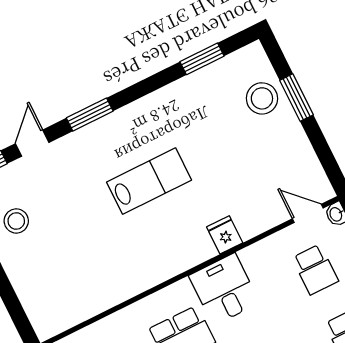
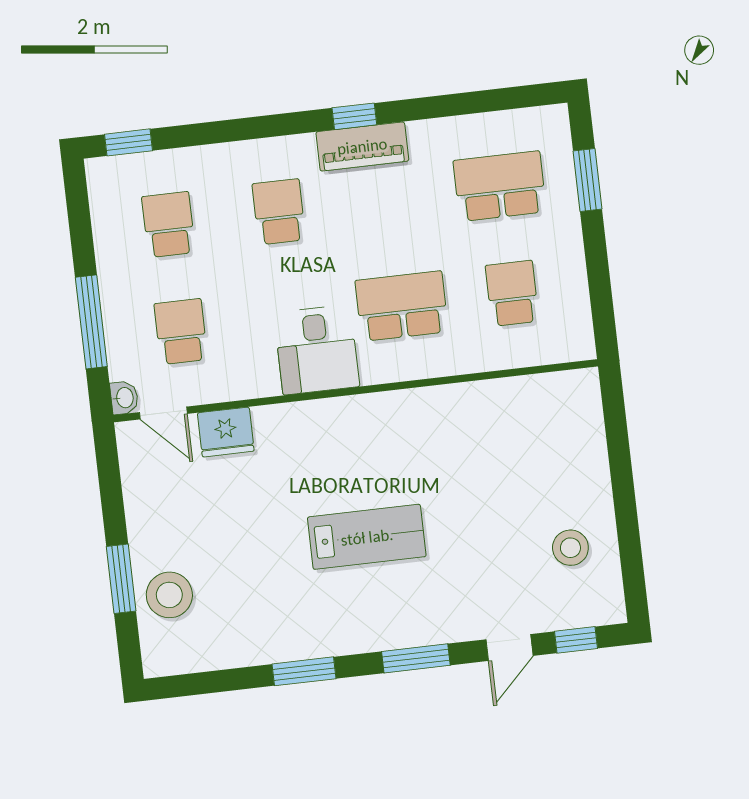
window: (202, 59) -> (304, 671), moved
lab bench: (149, 181) -> (367, 537), turned 180
fridge: (225, 235) -> (226, 432), moved, width x1.38

